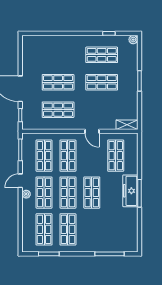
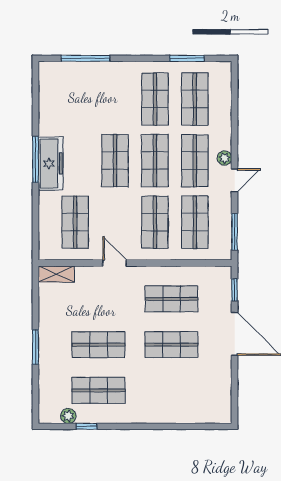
plant: (133, 40) -> (68, 416), moved

